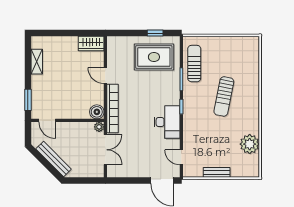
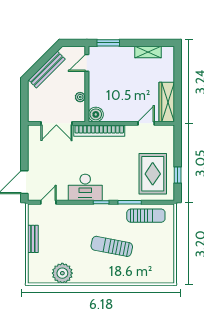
wardrobe: (91, 44) -> (167, 102), width x1.50
door: (105, 76) -> (146, 123), moved
plant: (99, 127) -> (80, 97), moved

